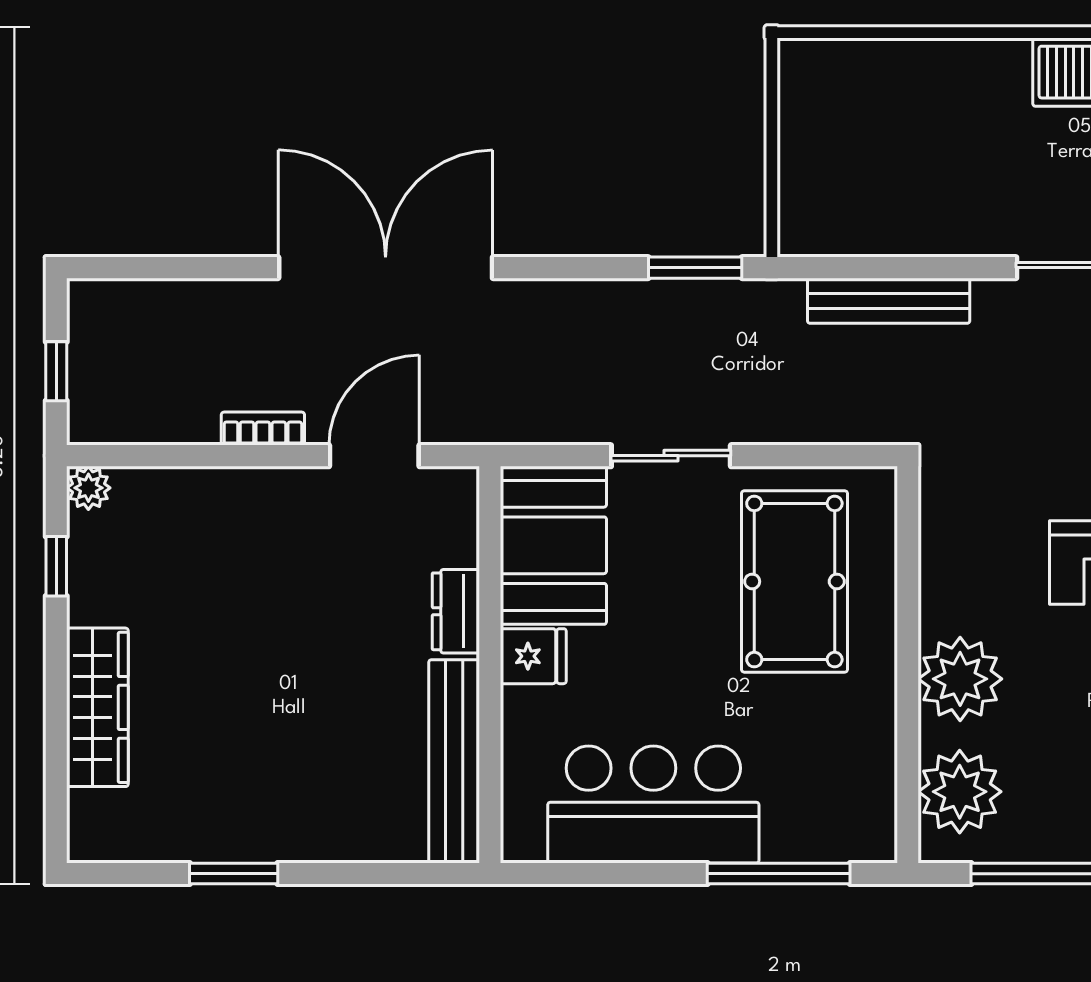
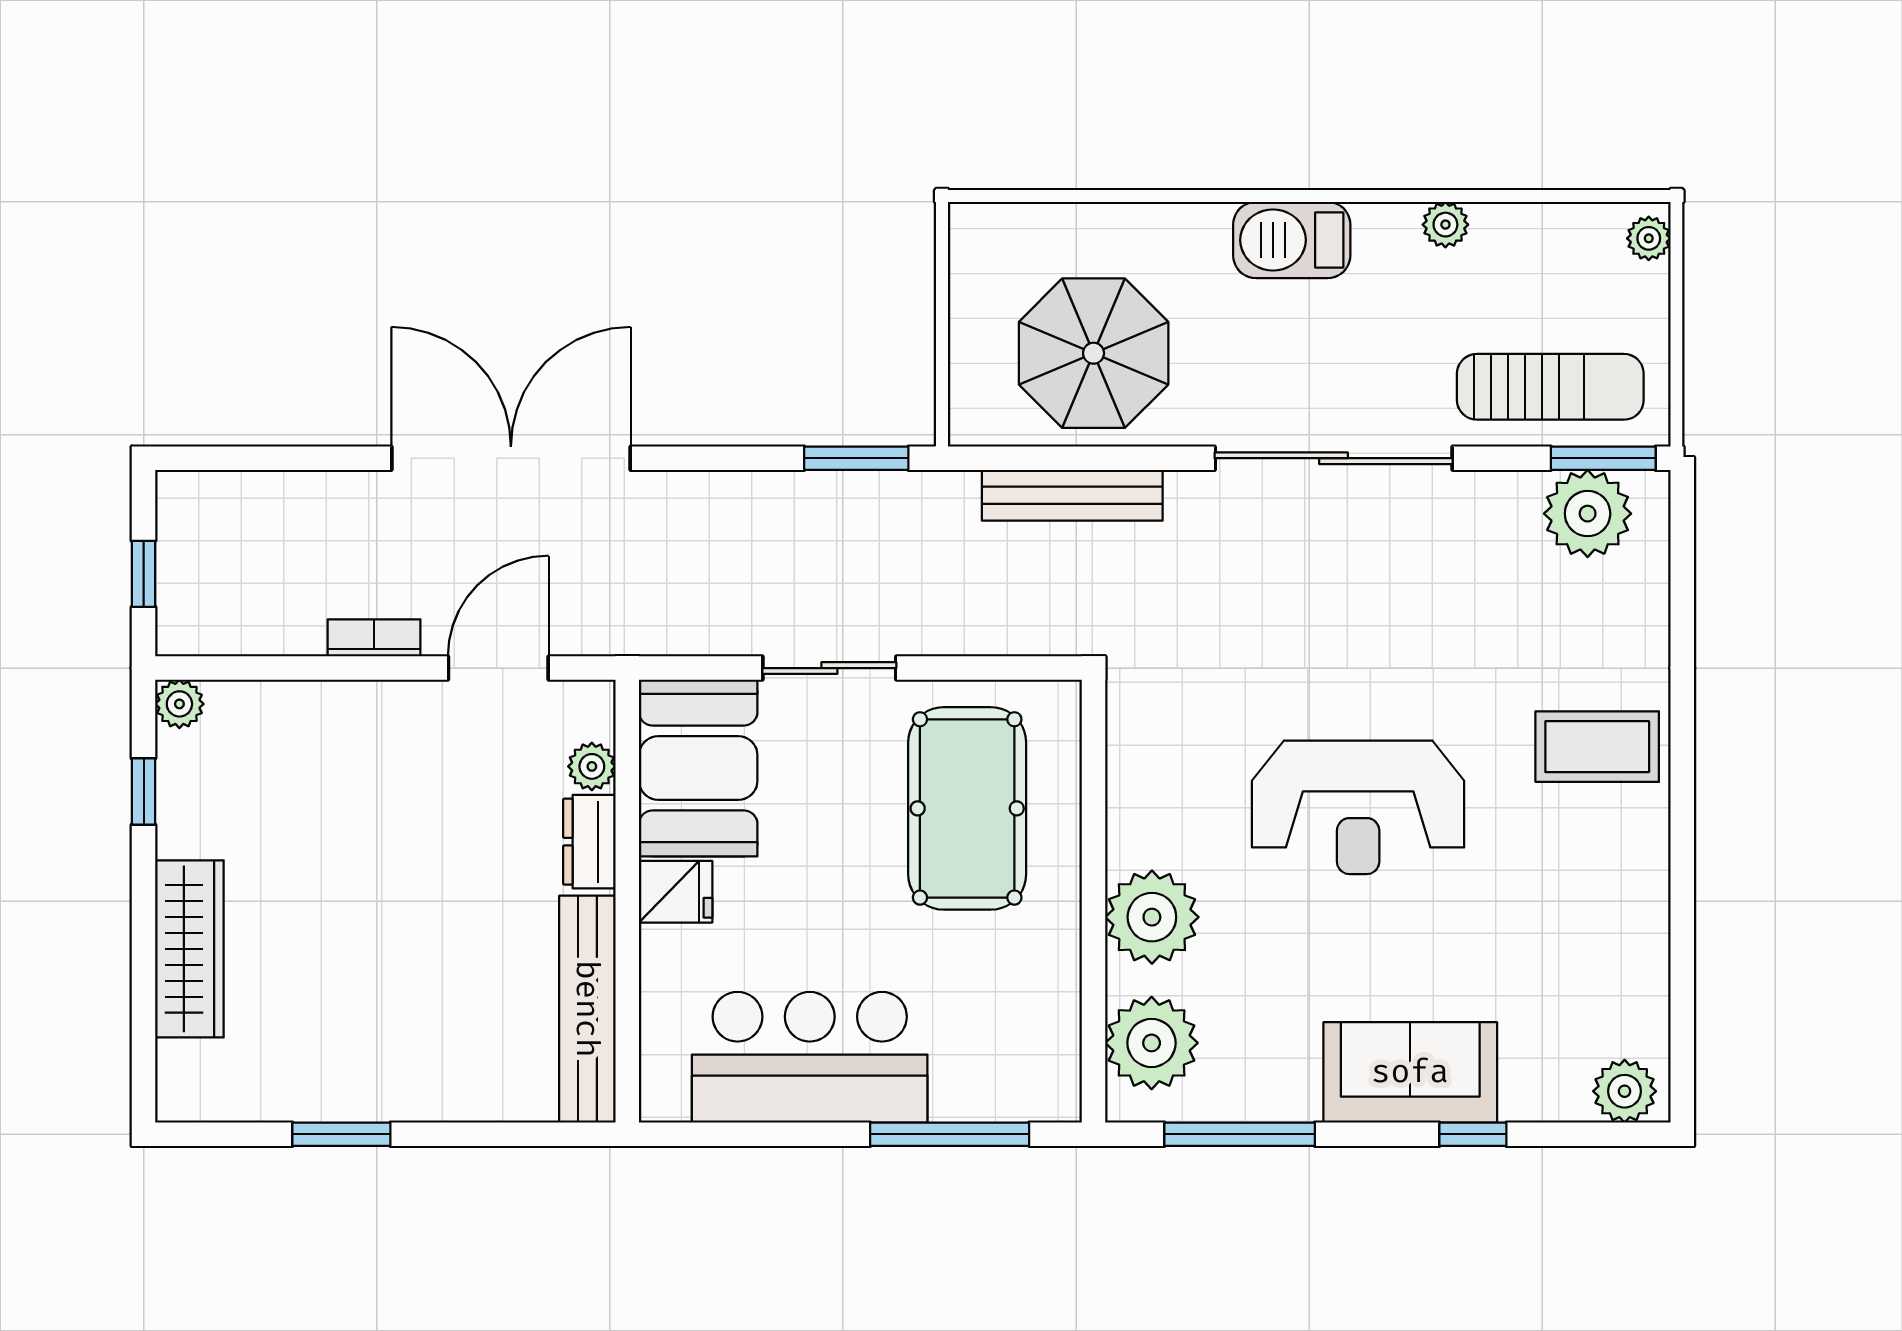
parasol: (908, 174) -> (1094, 353), added
plant: (458, 544) -> (592, 766), added

